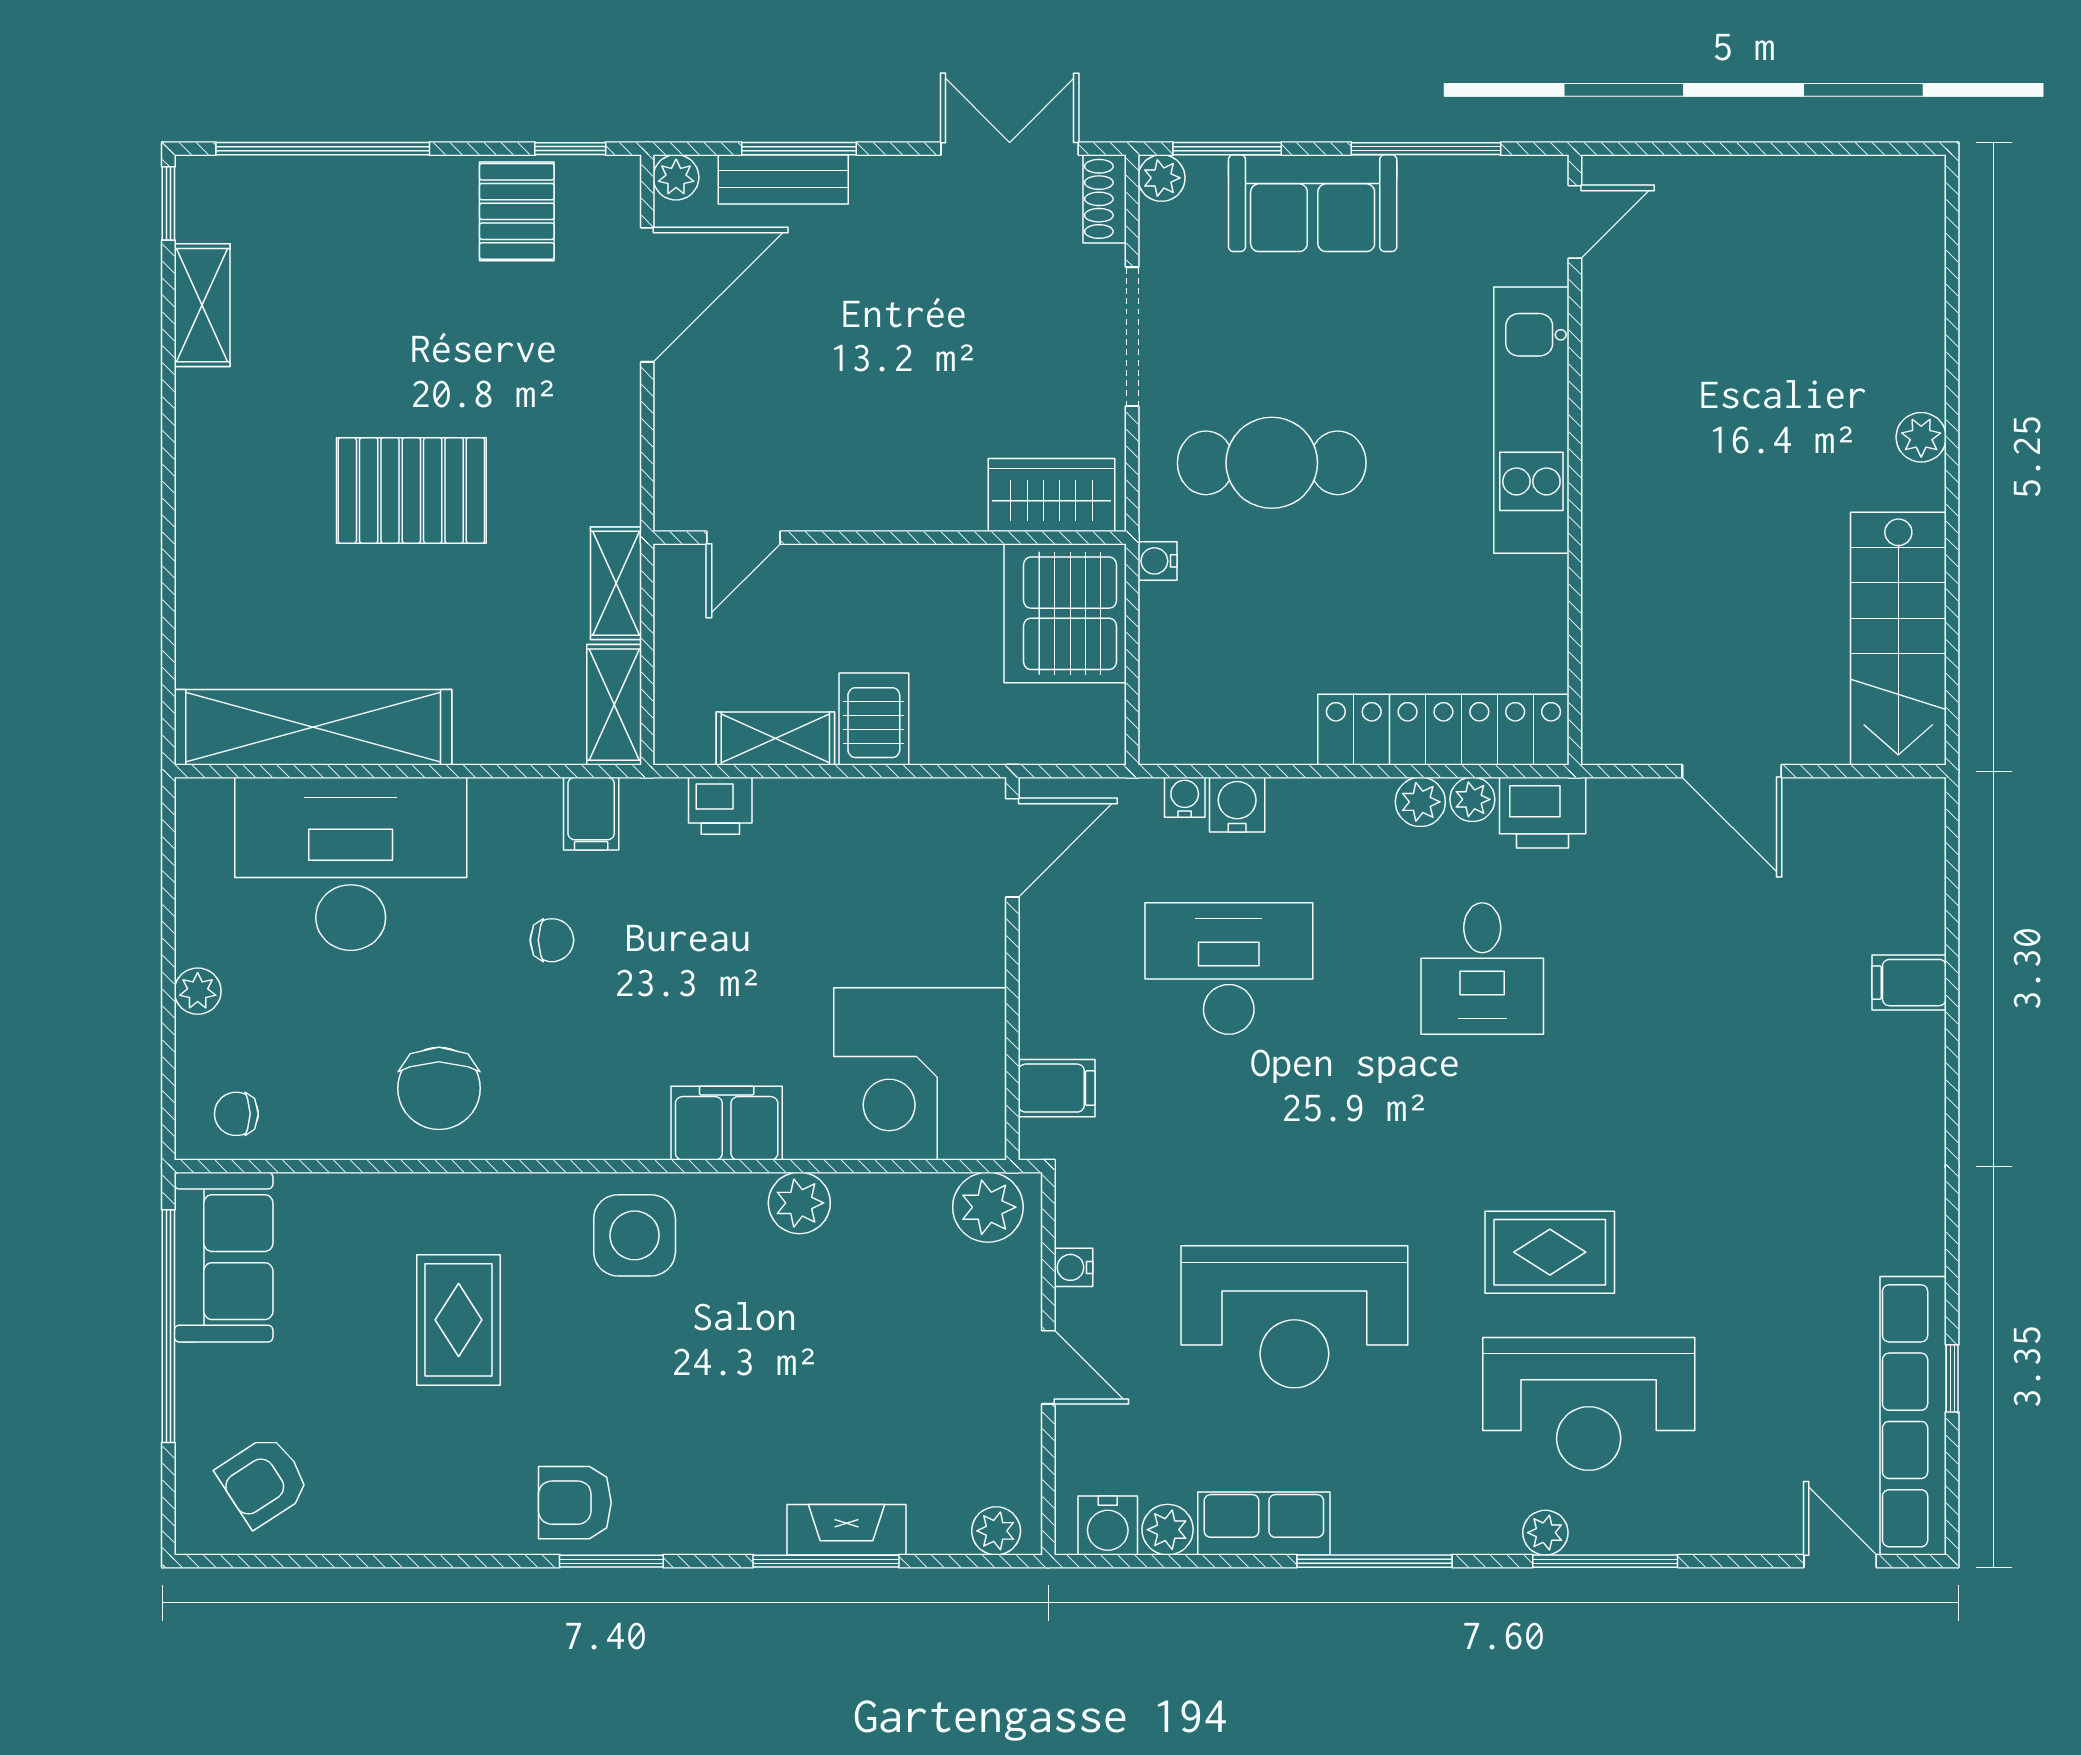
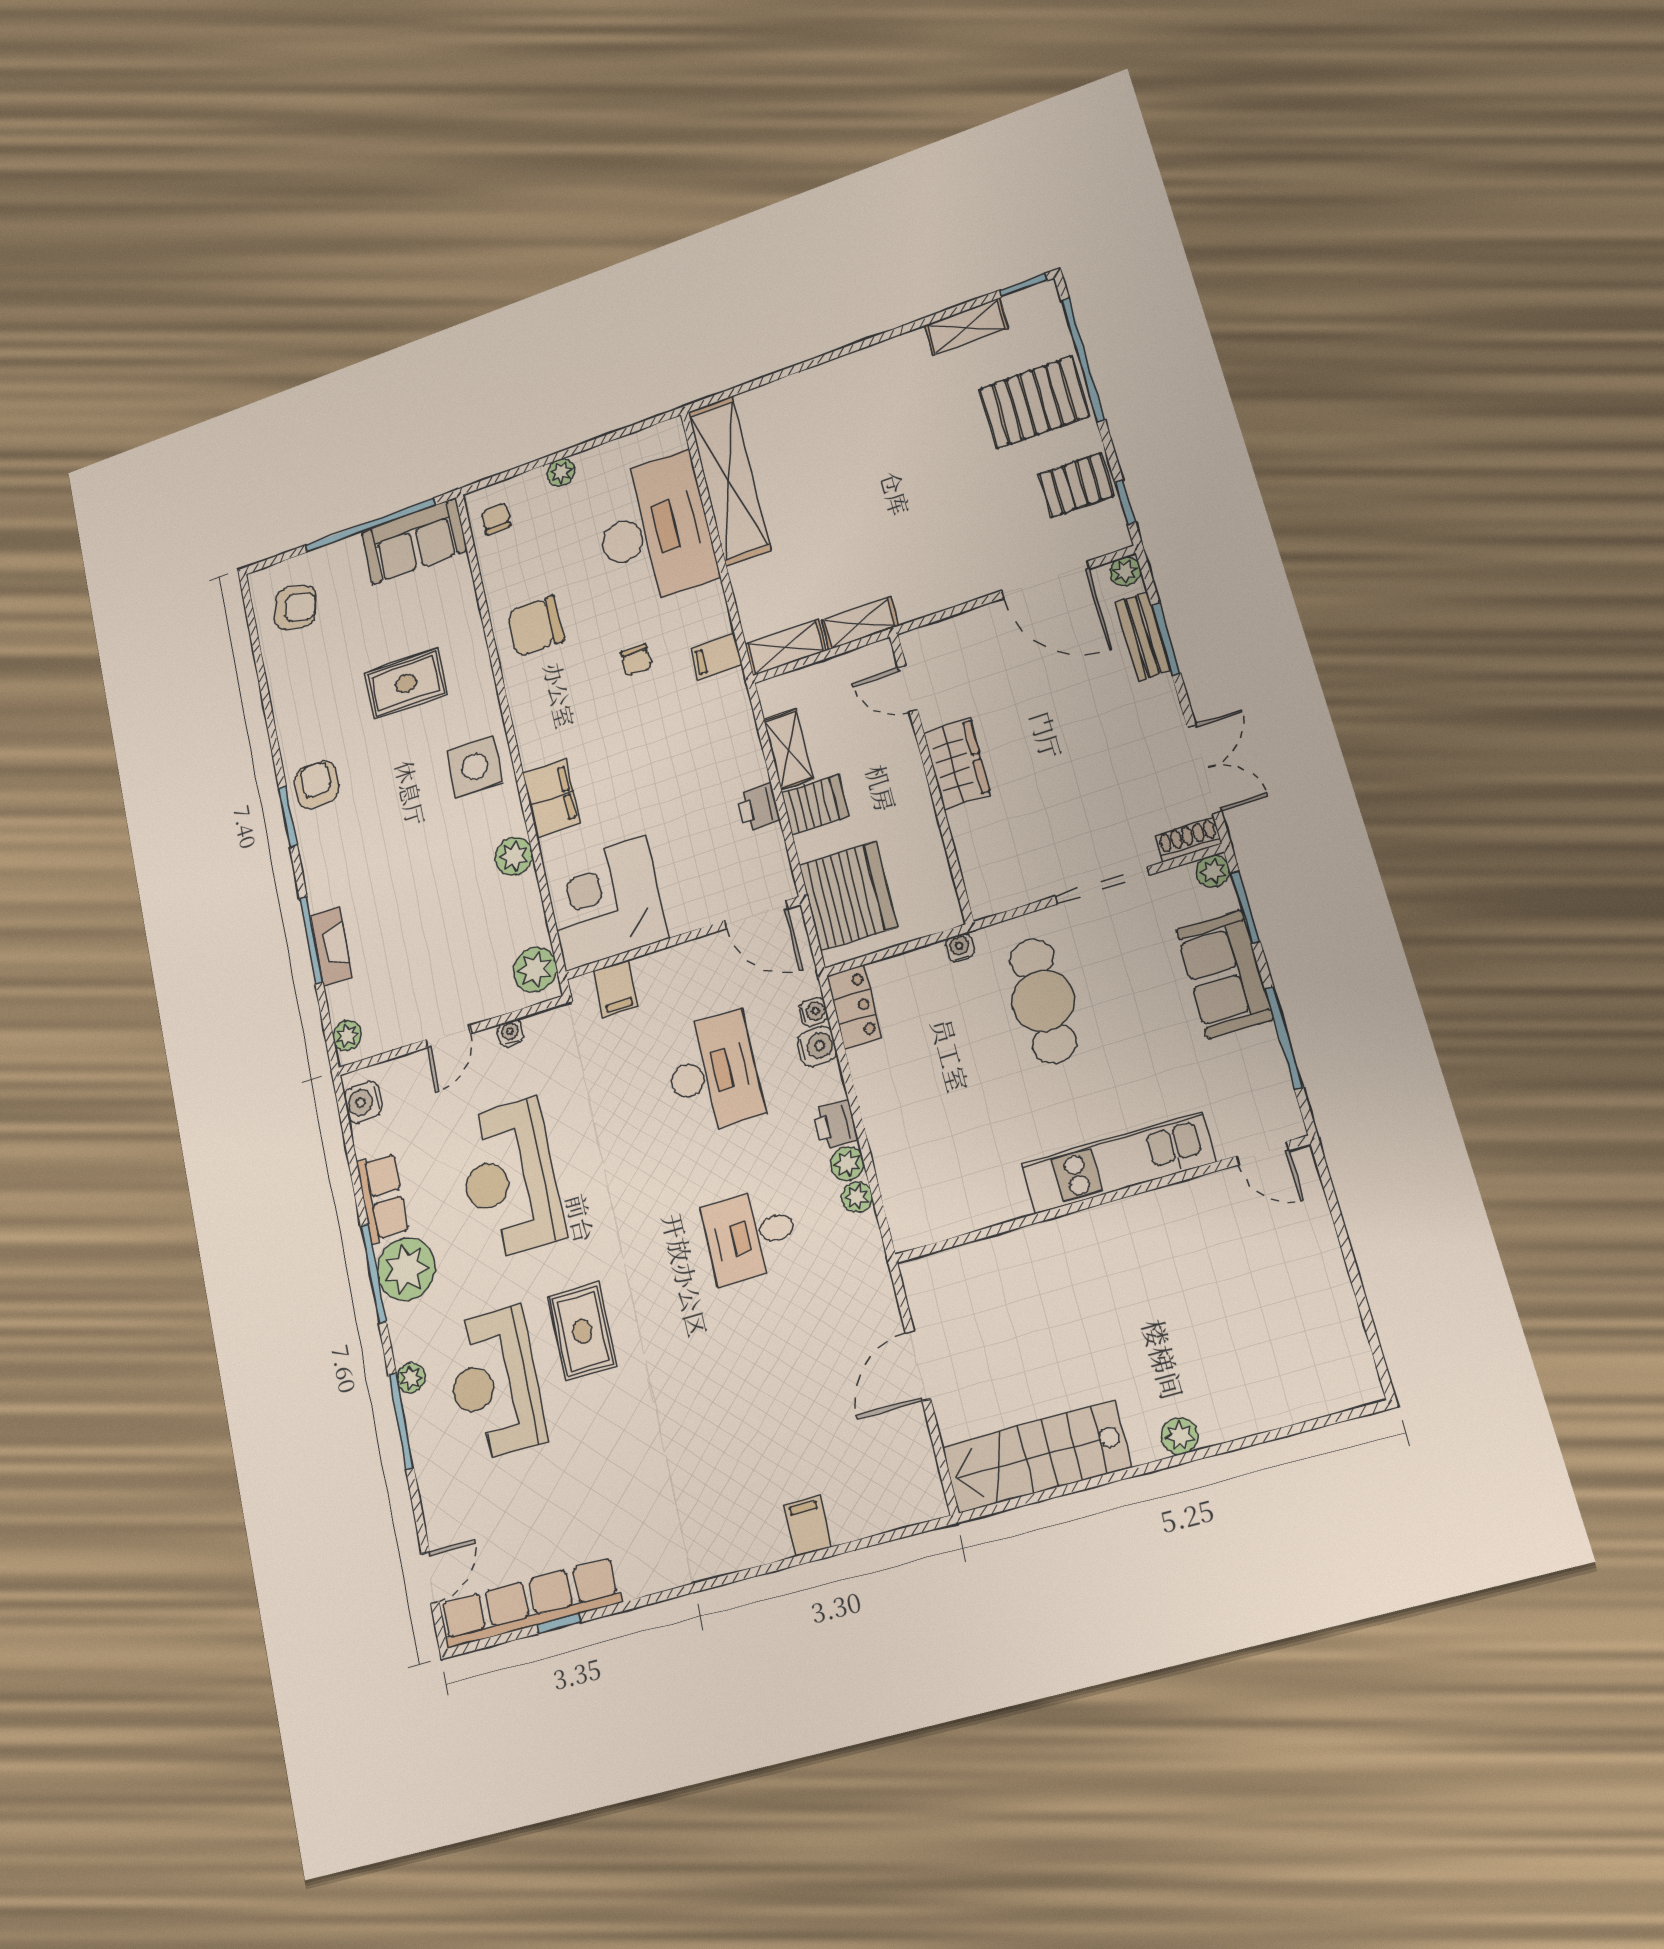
pallet: (411, 490) -> (1034, 402), moved, turned 90
wardrobe: (1052, 495) -> (957, 764), moved
server rack: (1065, 613) -> (848, 896), moved, turned 90
locker: (1443, 730) -> (854, 1007), moved, width x0.46, depth x0.83
printer: (720, 806) -> (758, 807), moved
printer: (1543, 813) -> (835, 1125), moved, width x0.73, depth x0.81
armchair: (263, 1481) -> (295, 607), turned 137
plant: (1168, 1530) -> (406, 1269), moved, width x1.88, depth x1.88

